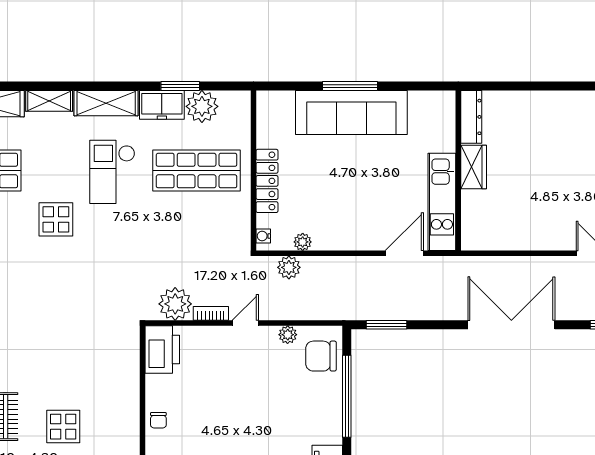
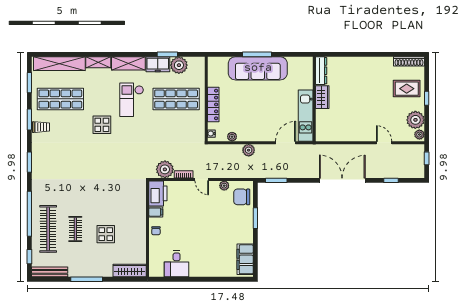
plant: (289, 267) -> (249, 150), moved
door: (245, 323) -> (202, 179), swing flipped
filing cabinet: (158, 385) -> (156, 212), added
window: (347, 396) -> (255, 218), width x0.47

